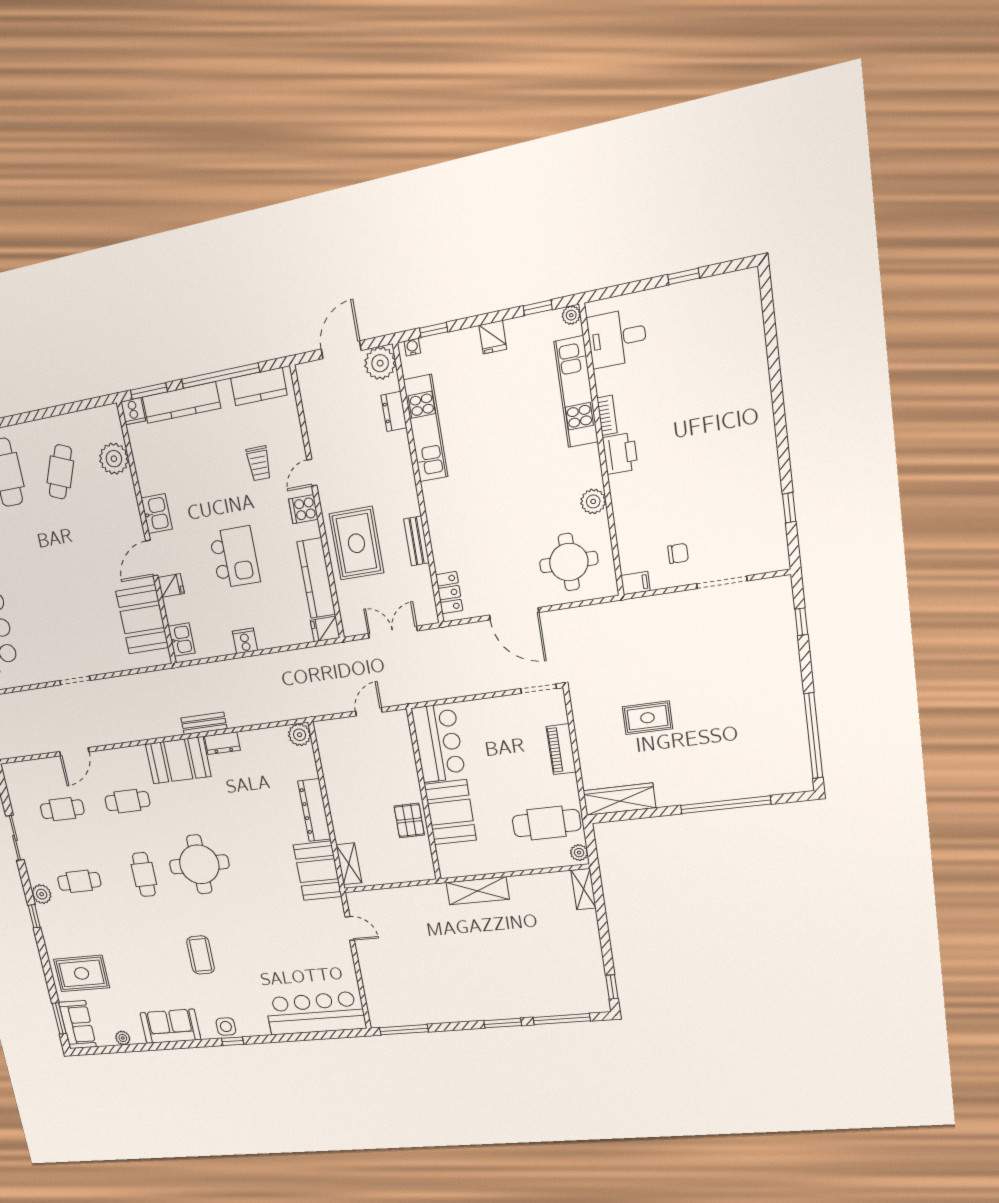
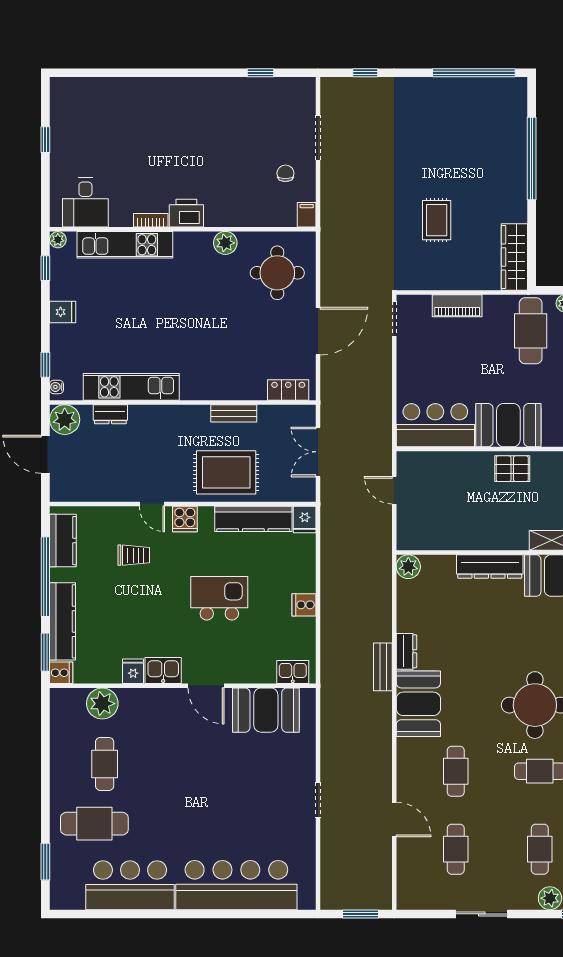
cafe table: (60, 472) -> (105, 764), turned 68
fridge: (171, 585) -> (133, 671), moved

